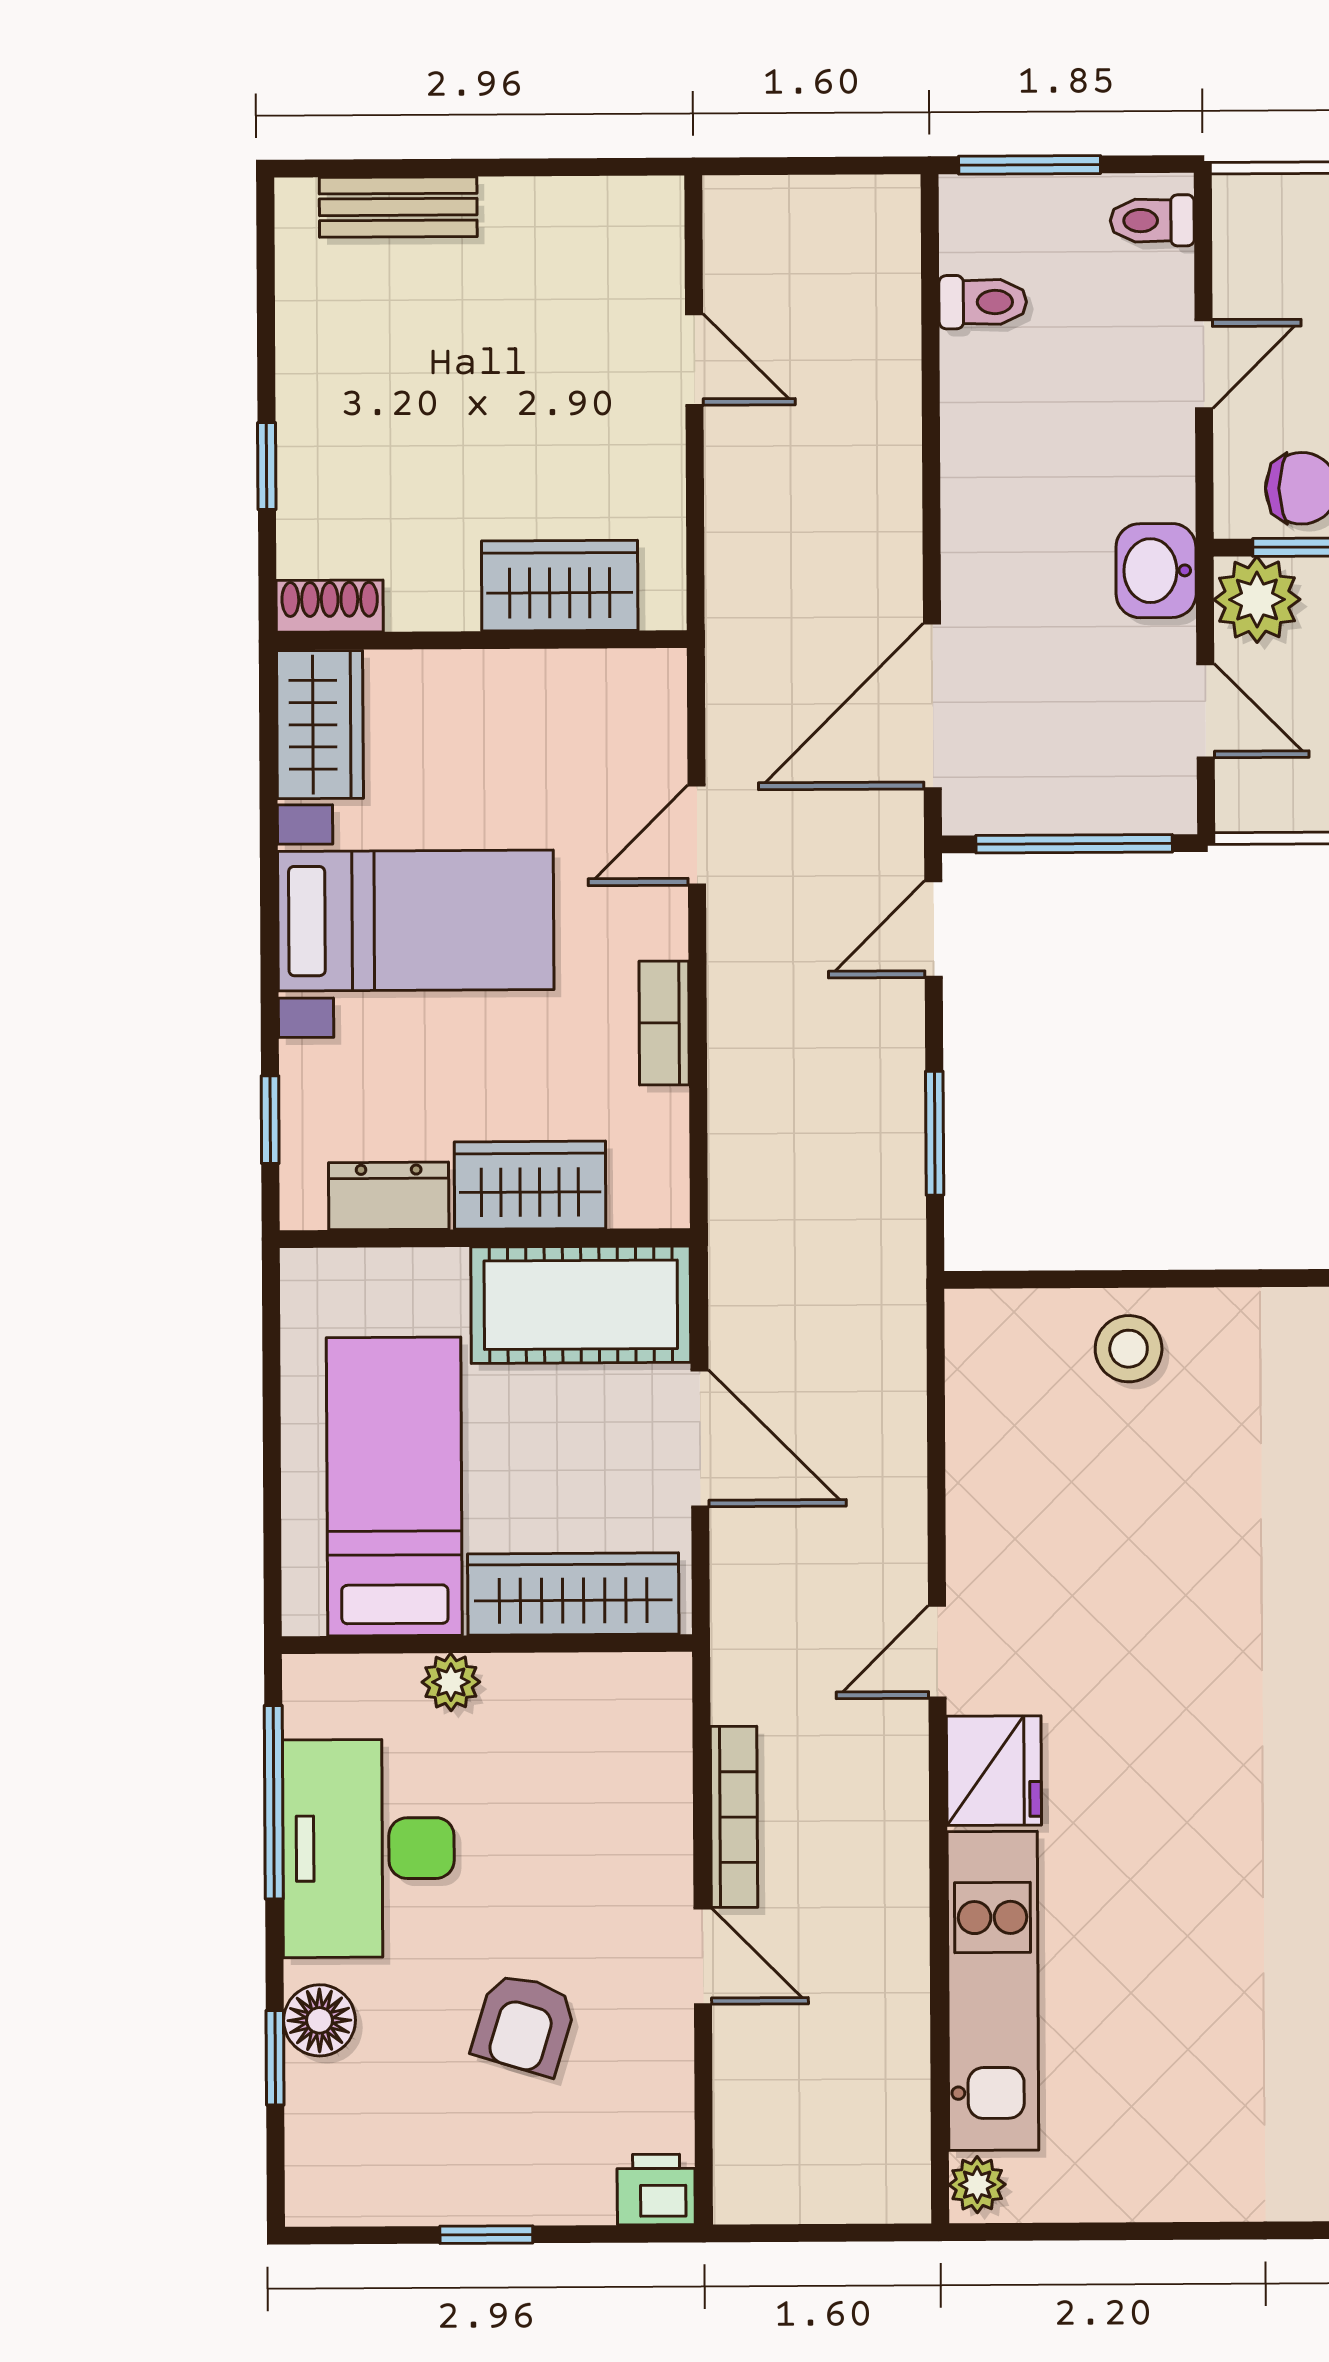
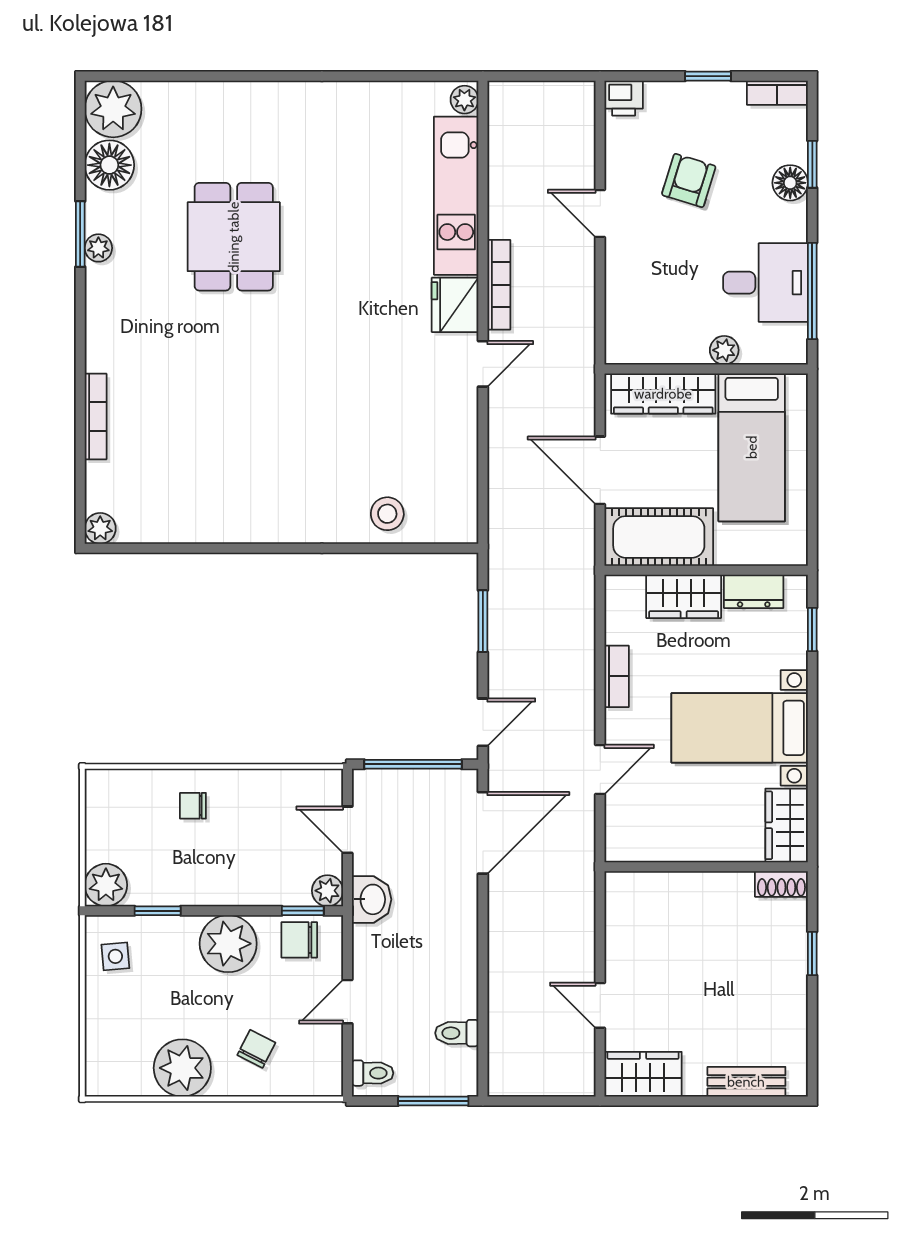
wardrobe: (560, 586) -> (643, 1074), moved, turned 180
plant: (1257, 600) -> (327, 891), width x0.73, depth x0.73
bookcase: (734, 1817) -> (499, 285), moved, turned 180
desk: (368, 1848) -> (765, 283), width x0.73
bookcase: (346, 2202) -> (777, 93), added

